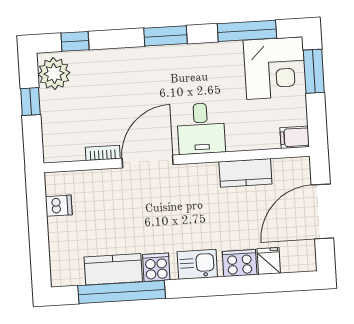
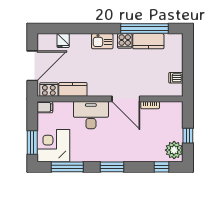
desk: (201, 129) -> (91, 115), width x1.37
door: (148, 161) -> (126, 99), hinge flipped
cooker: (240, 263) -> (49, 90), moved, turned 180

